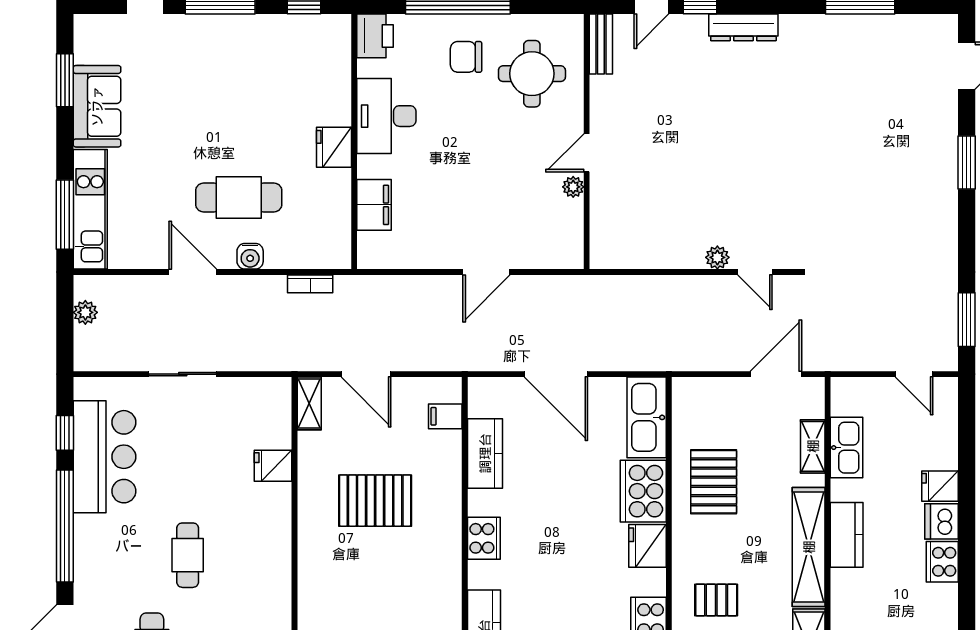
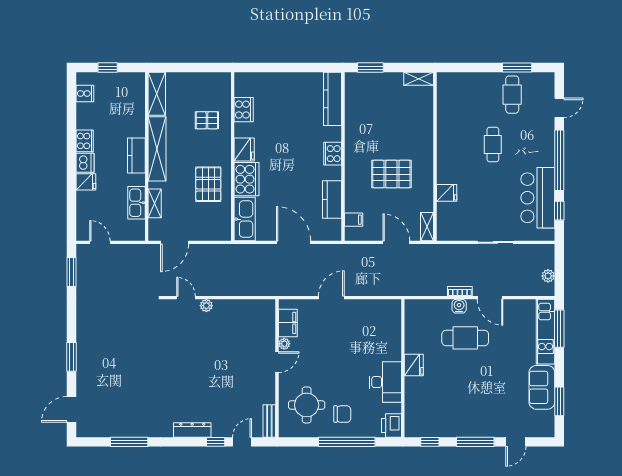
filing cabinet: (374, 205) -> (288, 323), moved, turned 180
bookcase: (310, 284) -> (460, 291), moved

